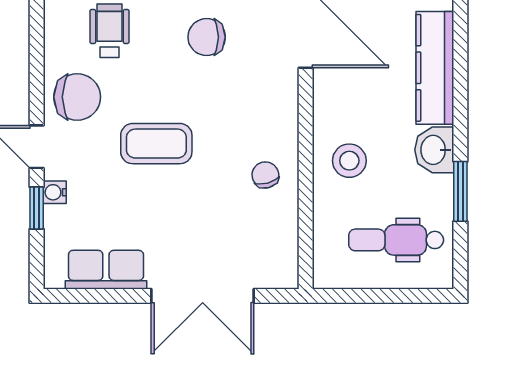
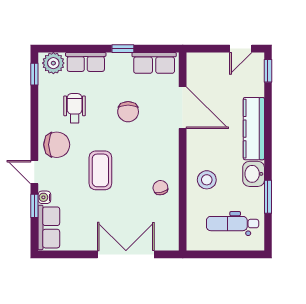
chair: (207, 37) -> (128, 112), turned -90
coffee table: (156, 144) -> (100, 170), turned 90
row of seats: (106, 270) -> (49, 227), moved, turned 90
double door: (203, 296) -> (126, 254), swing flipped

